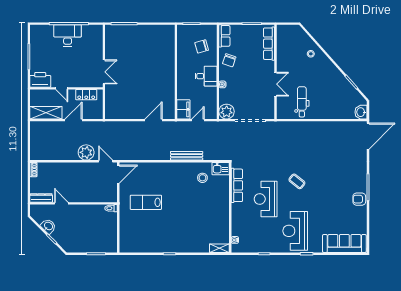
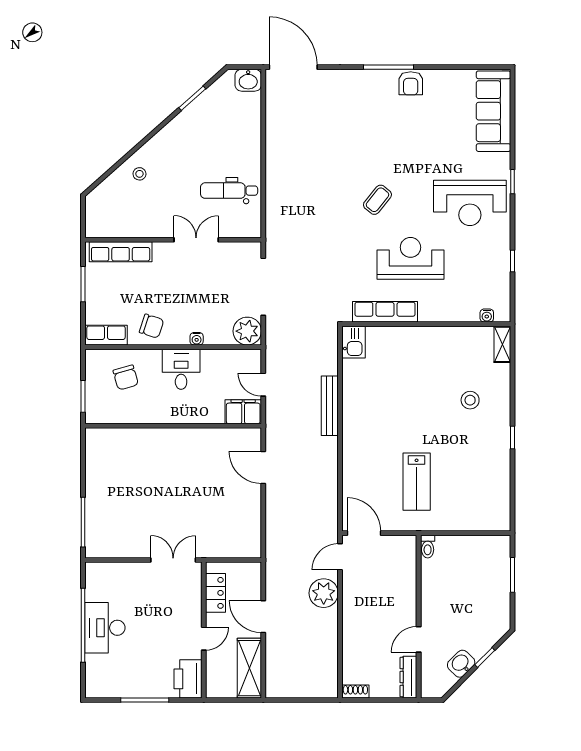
stool: (202, 178) -> (470, 400), moved
reception desk: (266, 199) -> (410, 258), turned 180

